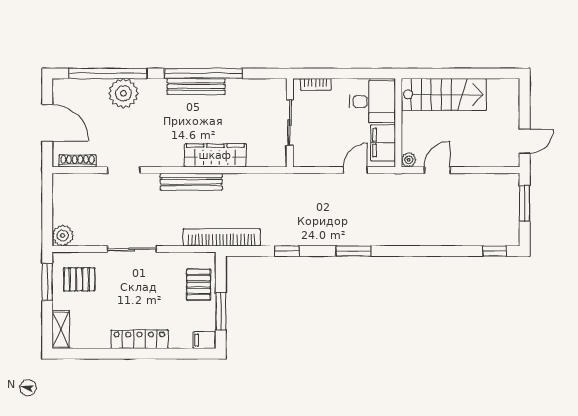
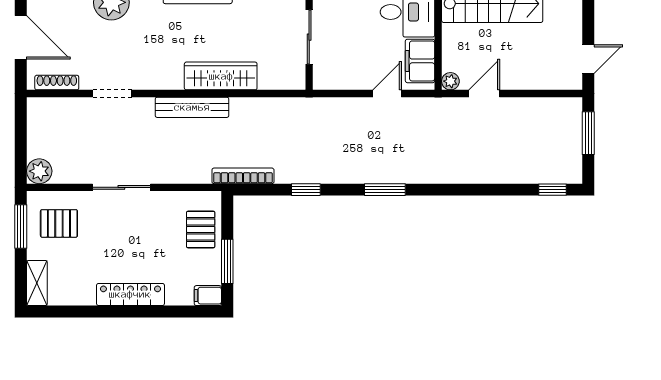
bookcase: (222, 237) -> (243, 176), width x0.68, depth x0.76

